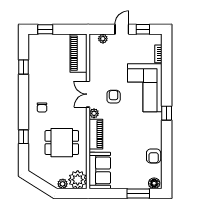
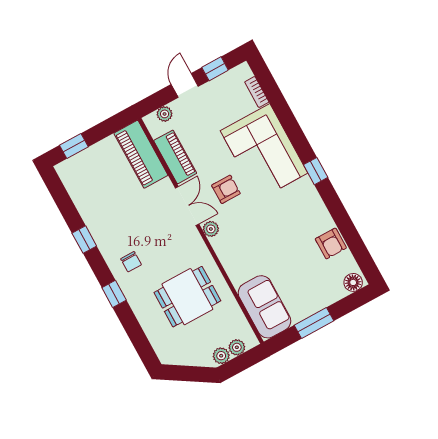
window: (24, 67) -> (84, 240), moved
double door: (88, 94) -> (187, 206), swing flipped
armchair: (114, 97) -> (226, 189), turned 90
piano: (96, 134) -> (175, 157), moved
window: (24, 137) -> (114, 294), moved
plant: (78, 180) -> (237, 347), width x0.53, depth x0.53
window: (138, 193) -> (314, 323), moved

